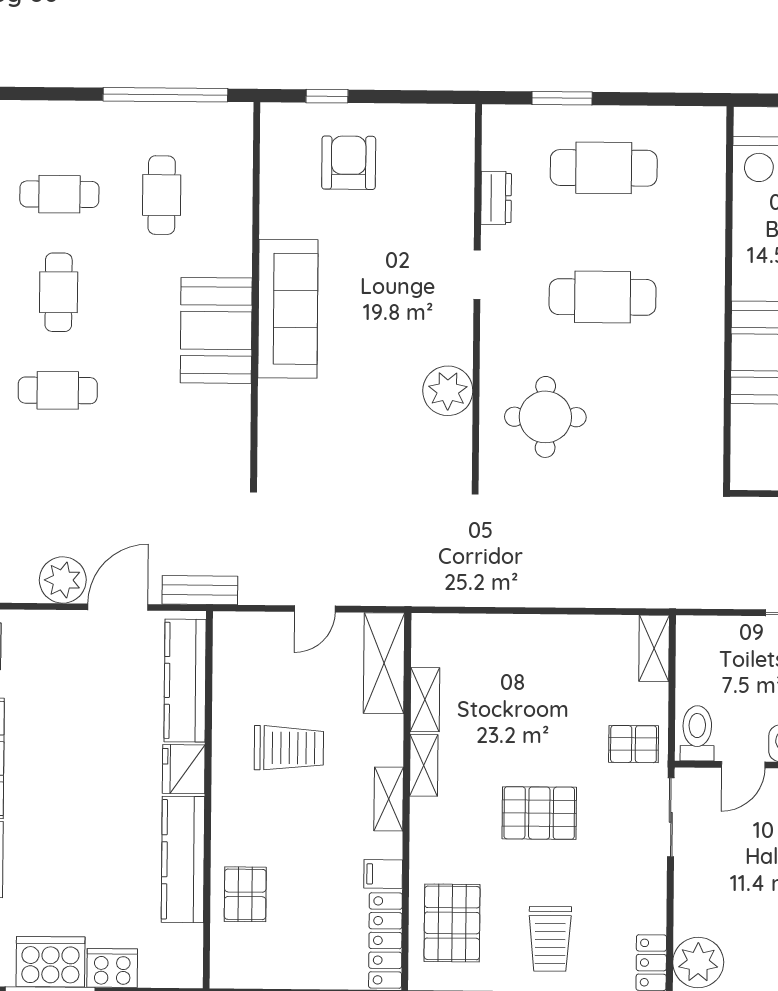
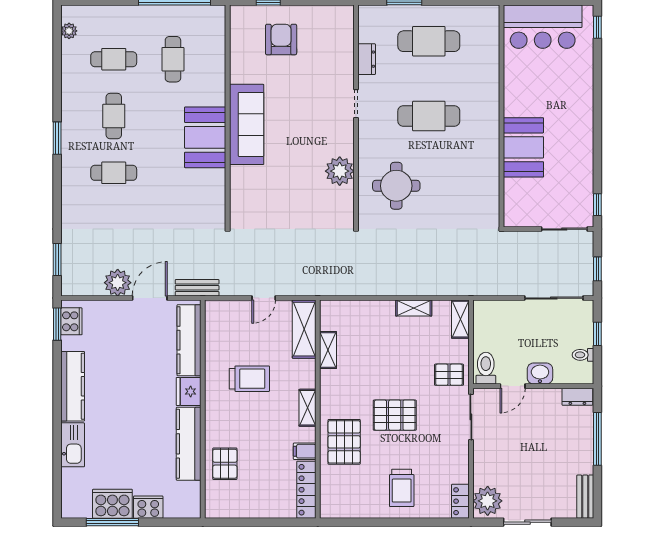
shelving: (424, 765) -> (414, 308), moved, turned 90
pallet: (452, 923) -> (344, 442), moved

